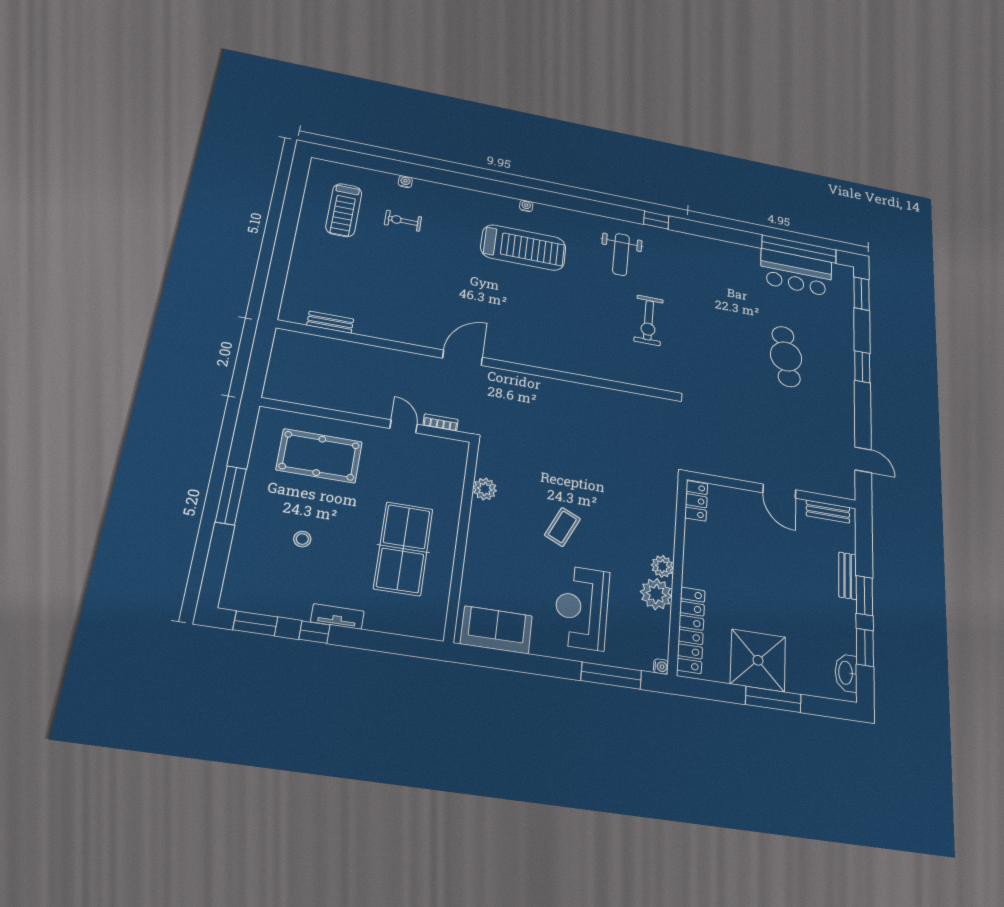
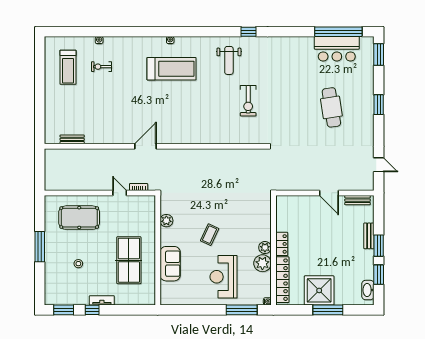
locker: (696, 501) -> (282, 244), moved
sofa: (496, 630) -> (170, 264), moved, turned 90

